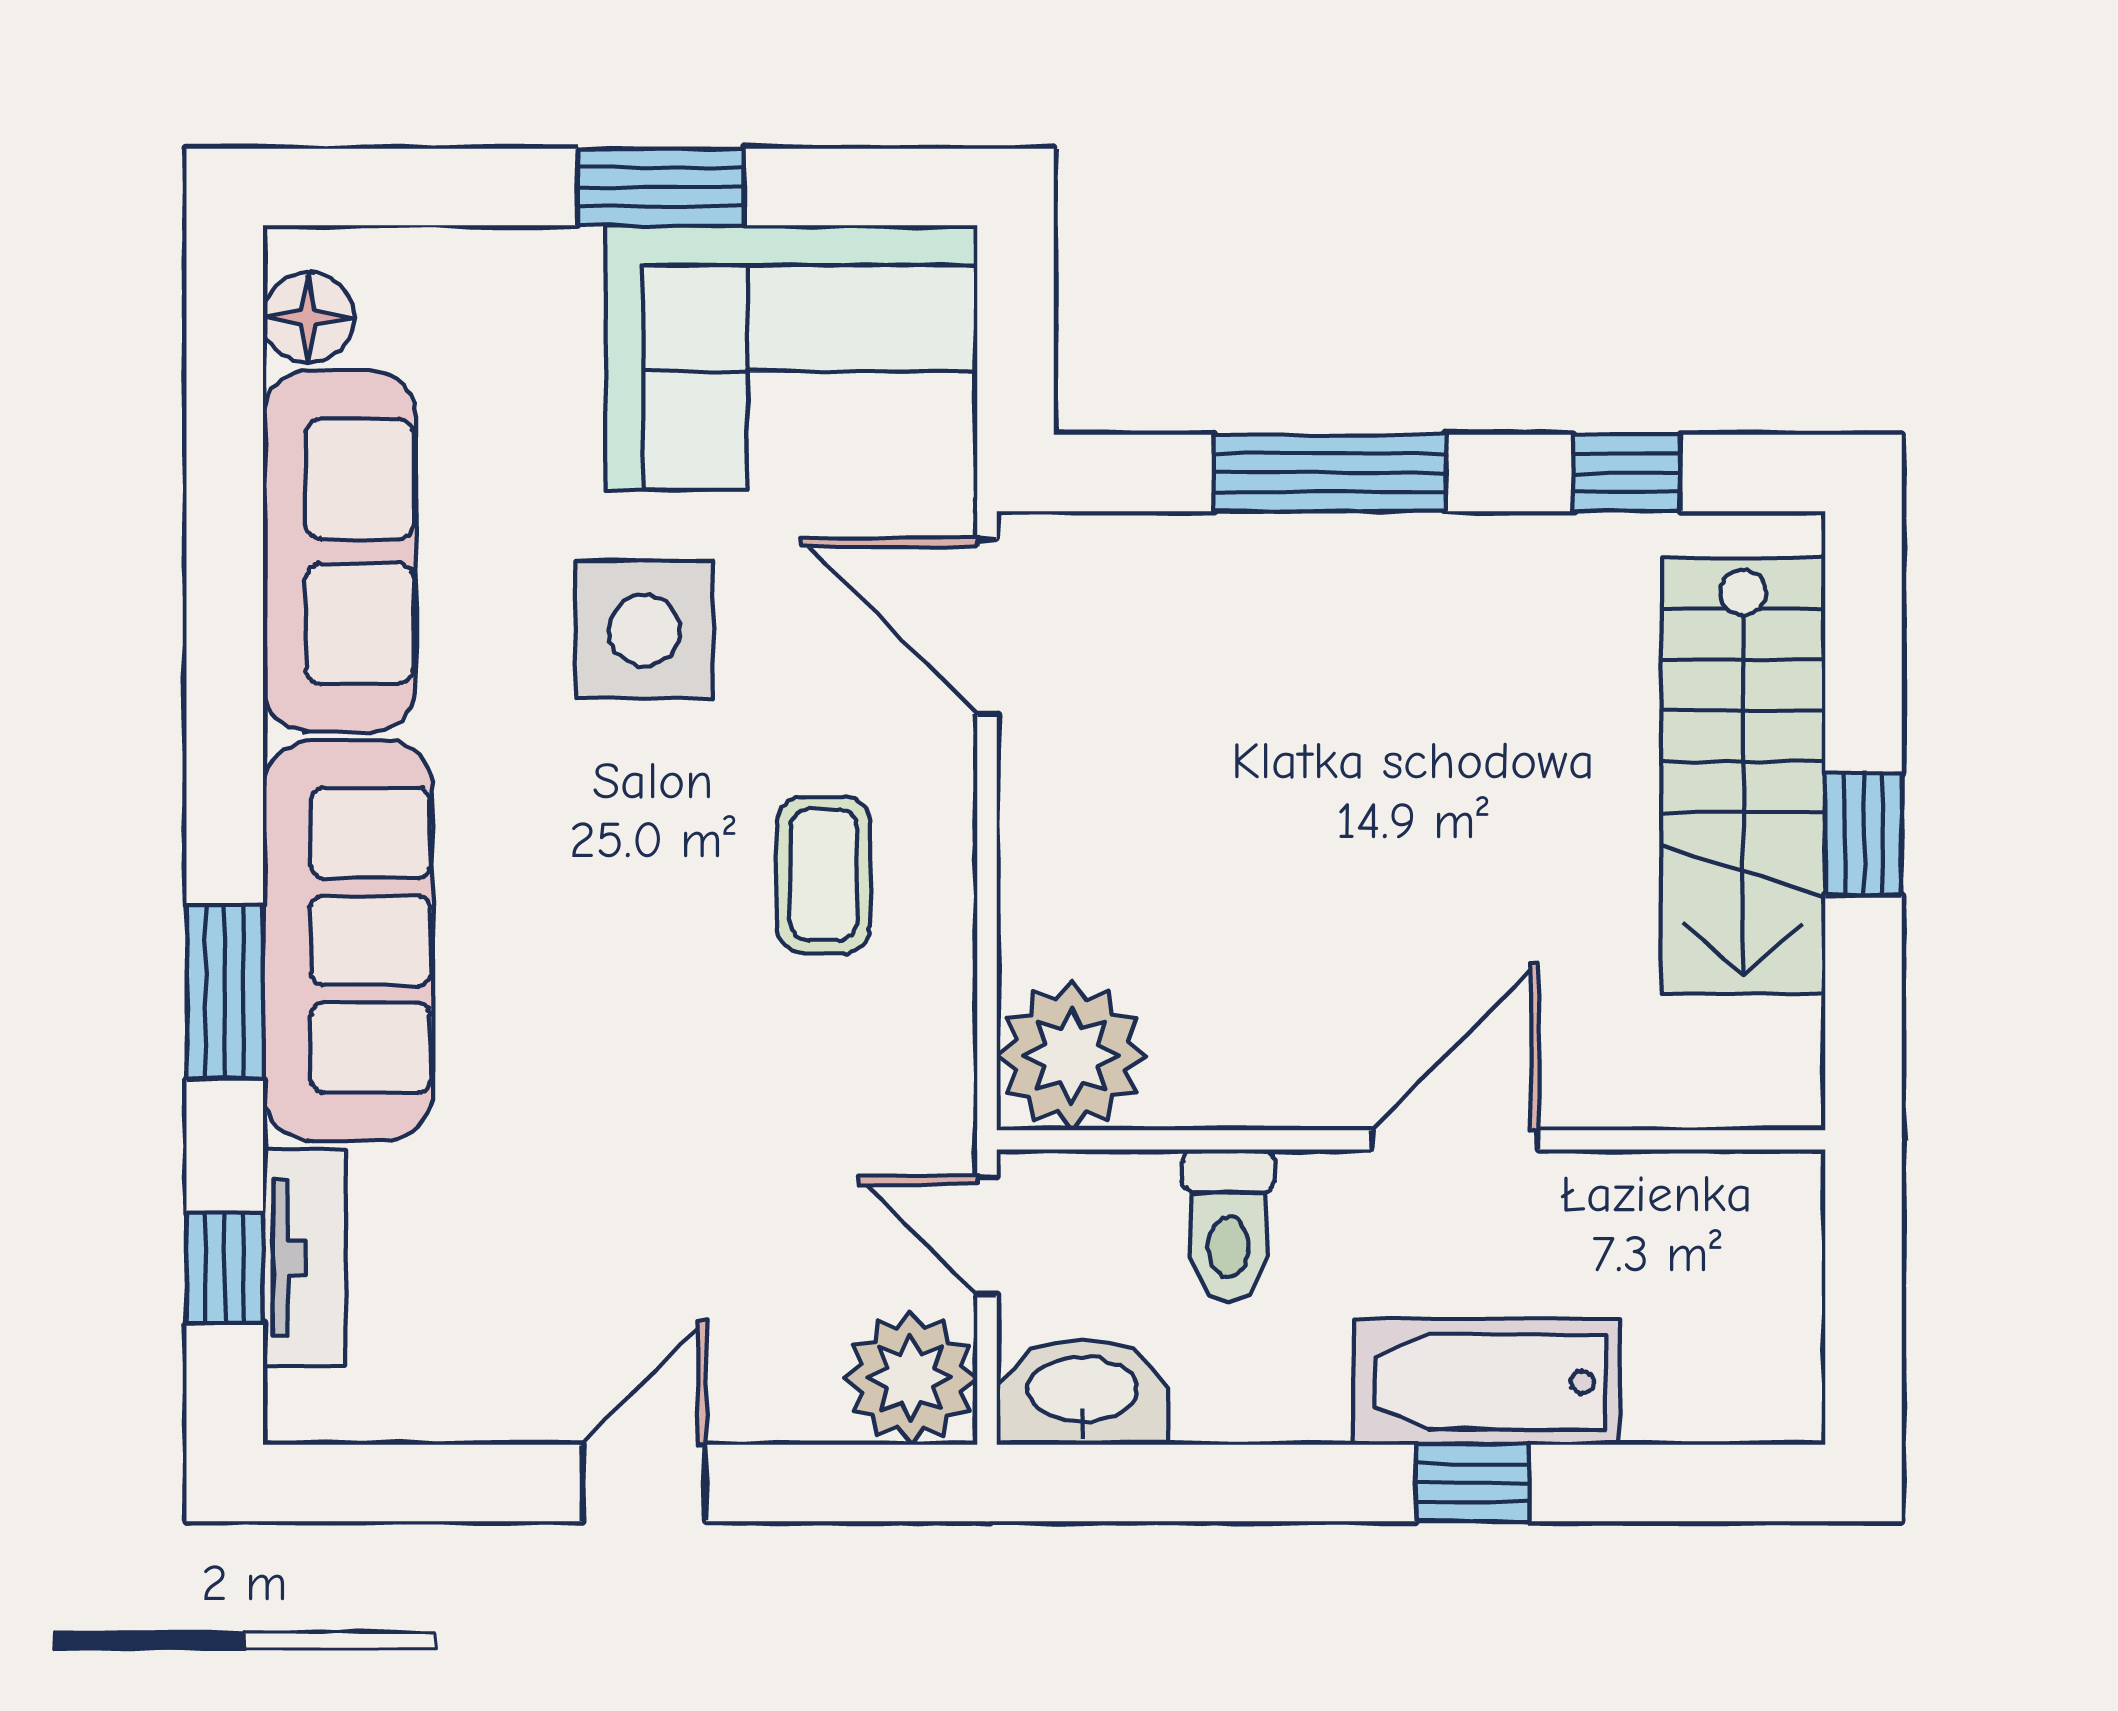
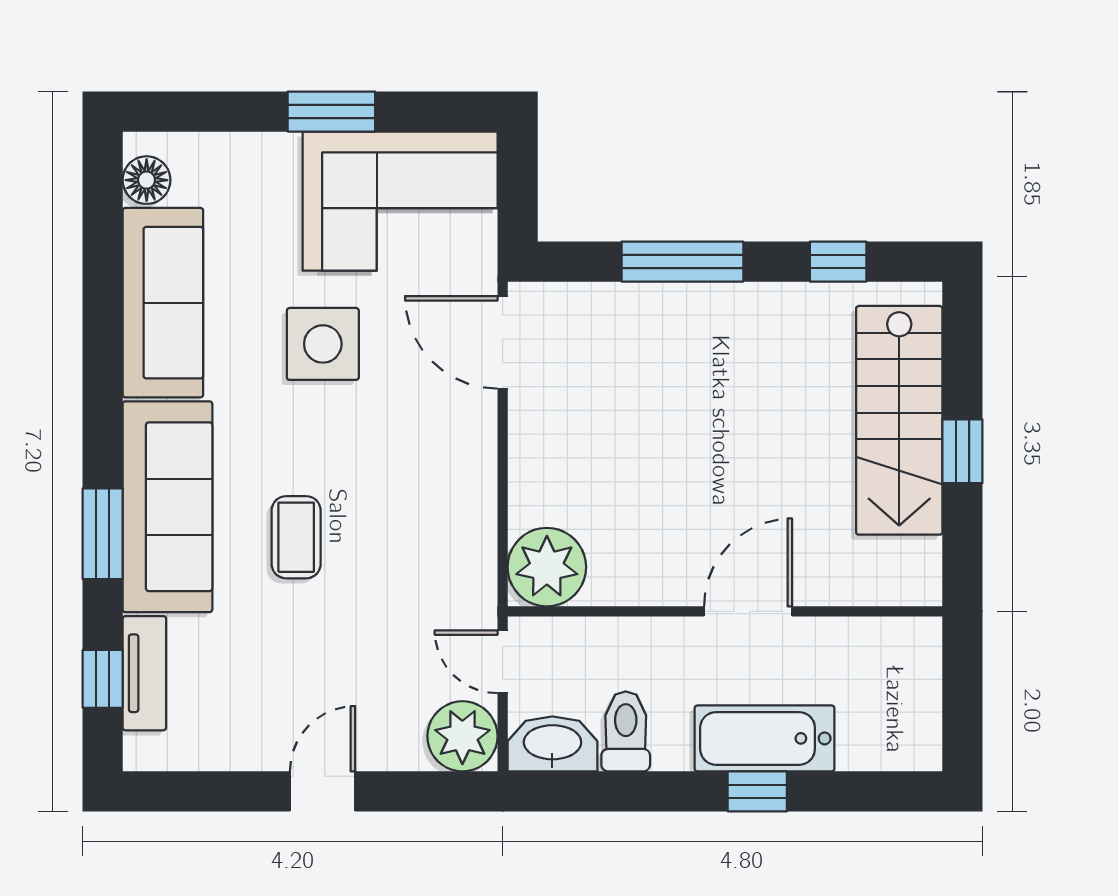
coffee table: (824, 875) -> (296, 537), moved
toilet: (1228, 1226) -> (626, 731), moved, turned 180

